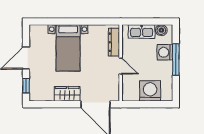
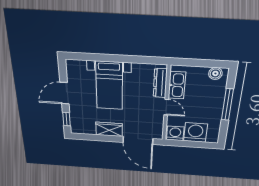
kitchen sink: (142, 31) -> (177, 85), moved, turned -90
washing machine: (165, 52) -> (175, 133), moved, turned 90

